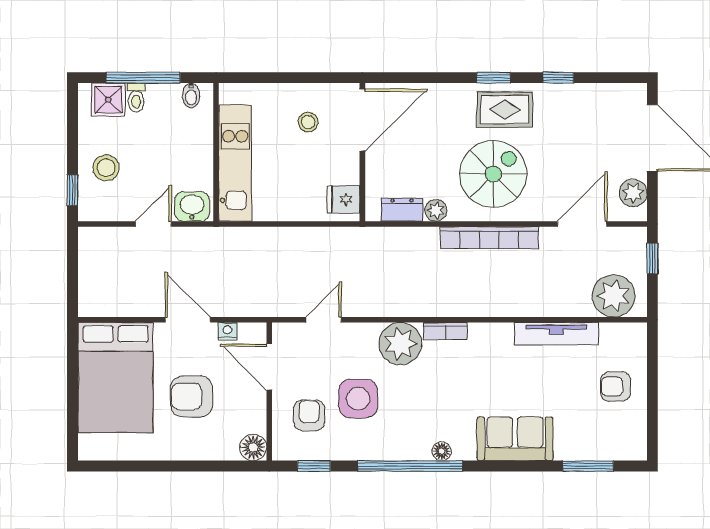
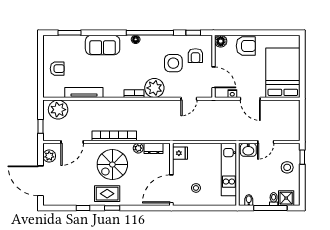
armchair: (192, 396) -> (246, 46), moved

